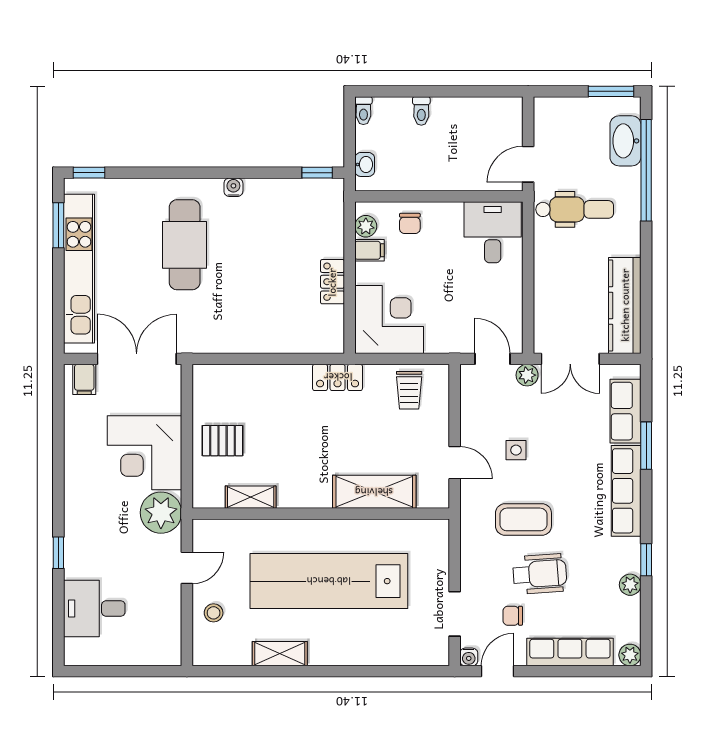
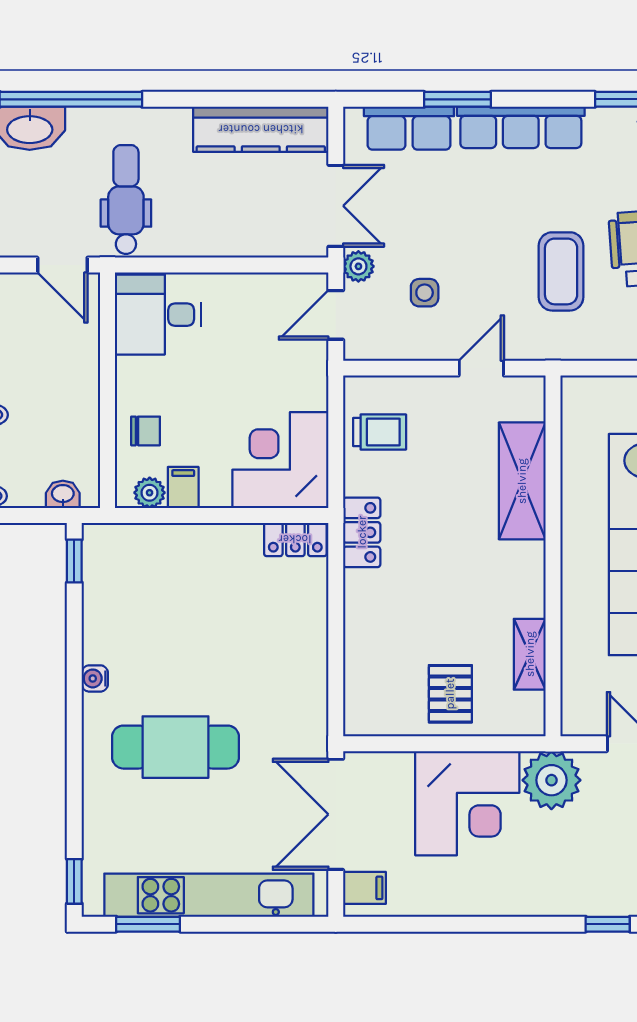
locker: (332, 282) -> (295, 539), moved
side table: (516, 450) -> (425, 293), moved

